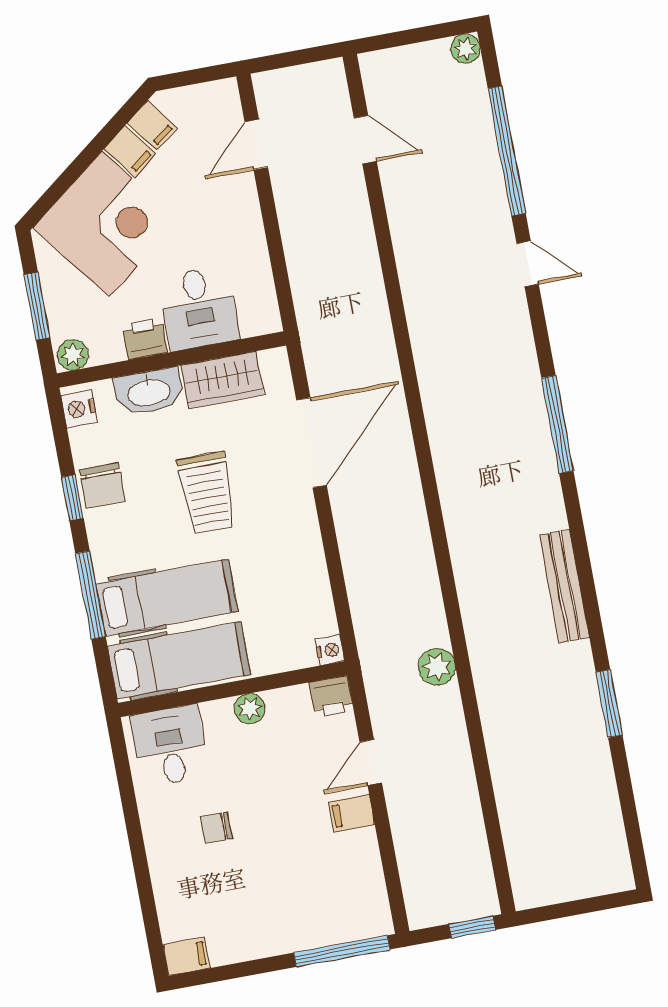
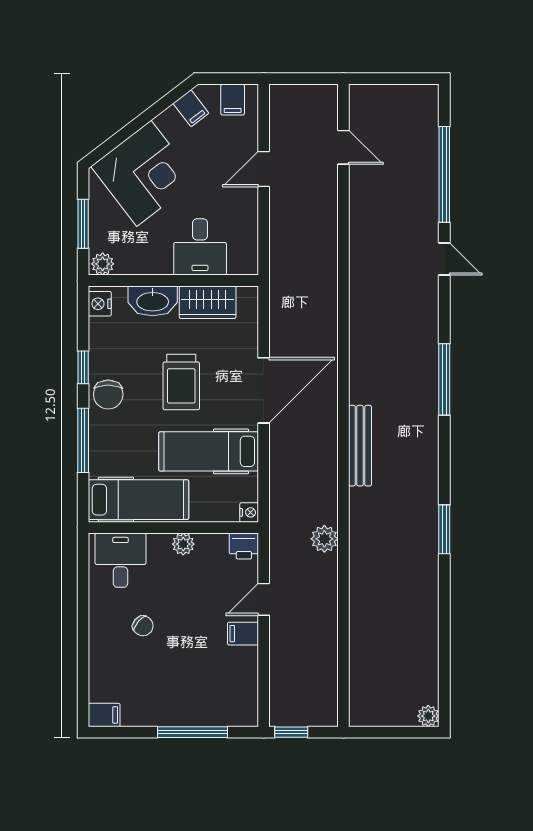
plant: (466, 49) -> (428, 716), moved
door: (256, 144) -> (264, 169), moved
filing cabinet: (130, 151) -> (233, 100), moved, turned 37
printer: (145, 339) -> (157, 262), removed
door: (311, 443) -> (264, 390), moved
chair: (102, 486) -> (108, 395), moved
bench: (564, 586) -> (360, 446), moved
hospital bed: (167, 598) -> (209, 451), moved, turned 180
window: (609, 704) -> (444, 529), moved
chair: (216, 828) -> (143, 626), turned -140
window: (472, 927) -> (291, 732), moved
window: (342, 951) -> (192, 732), moved

